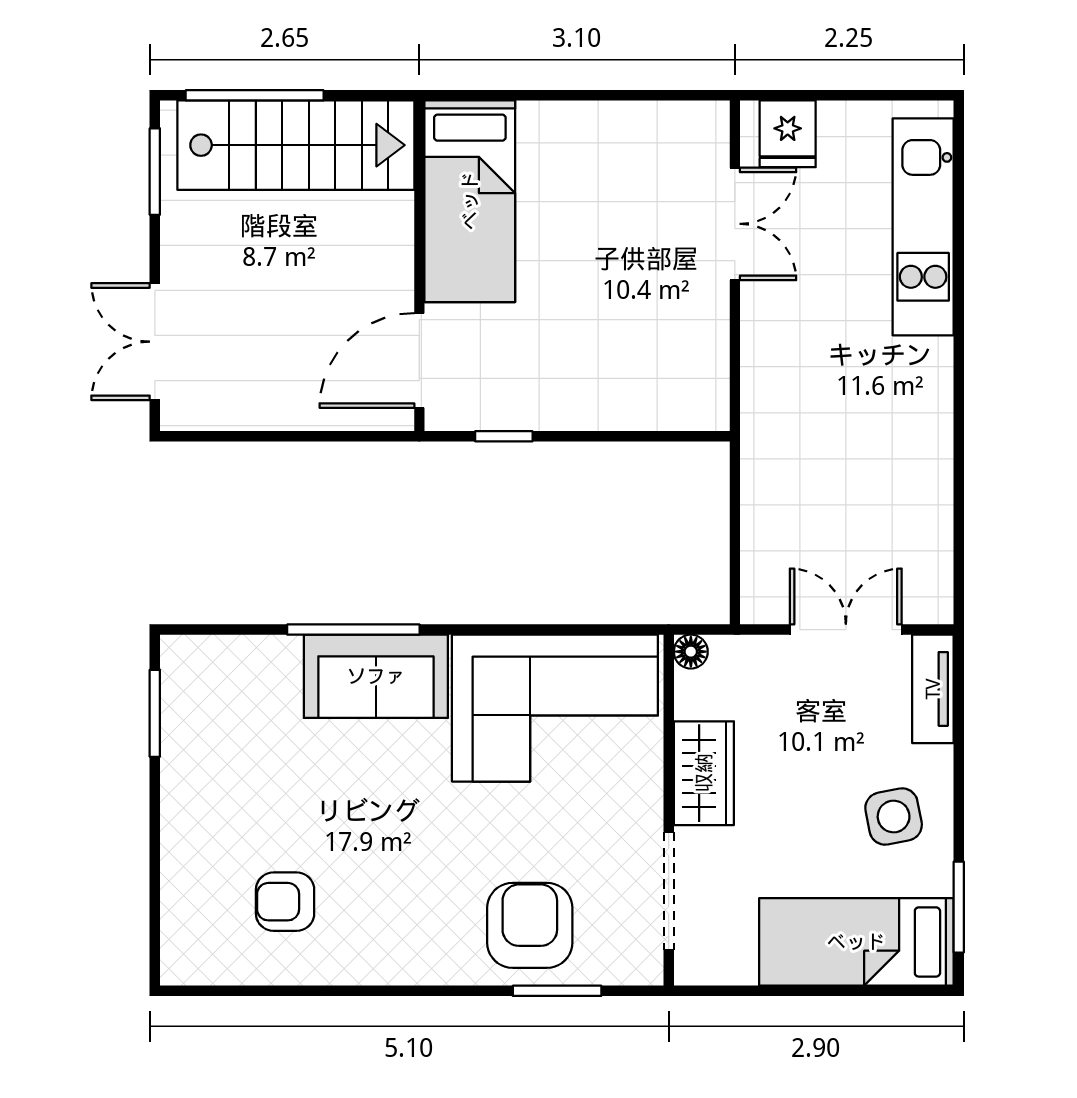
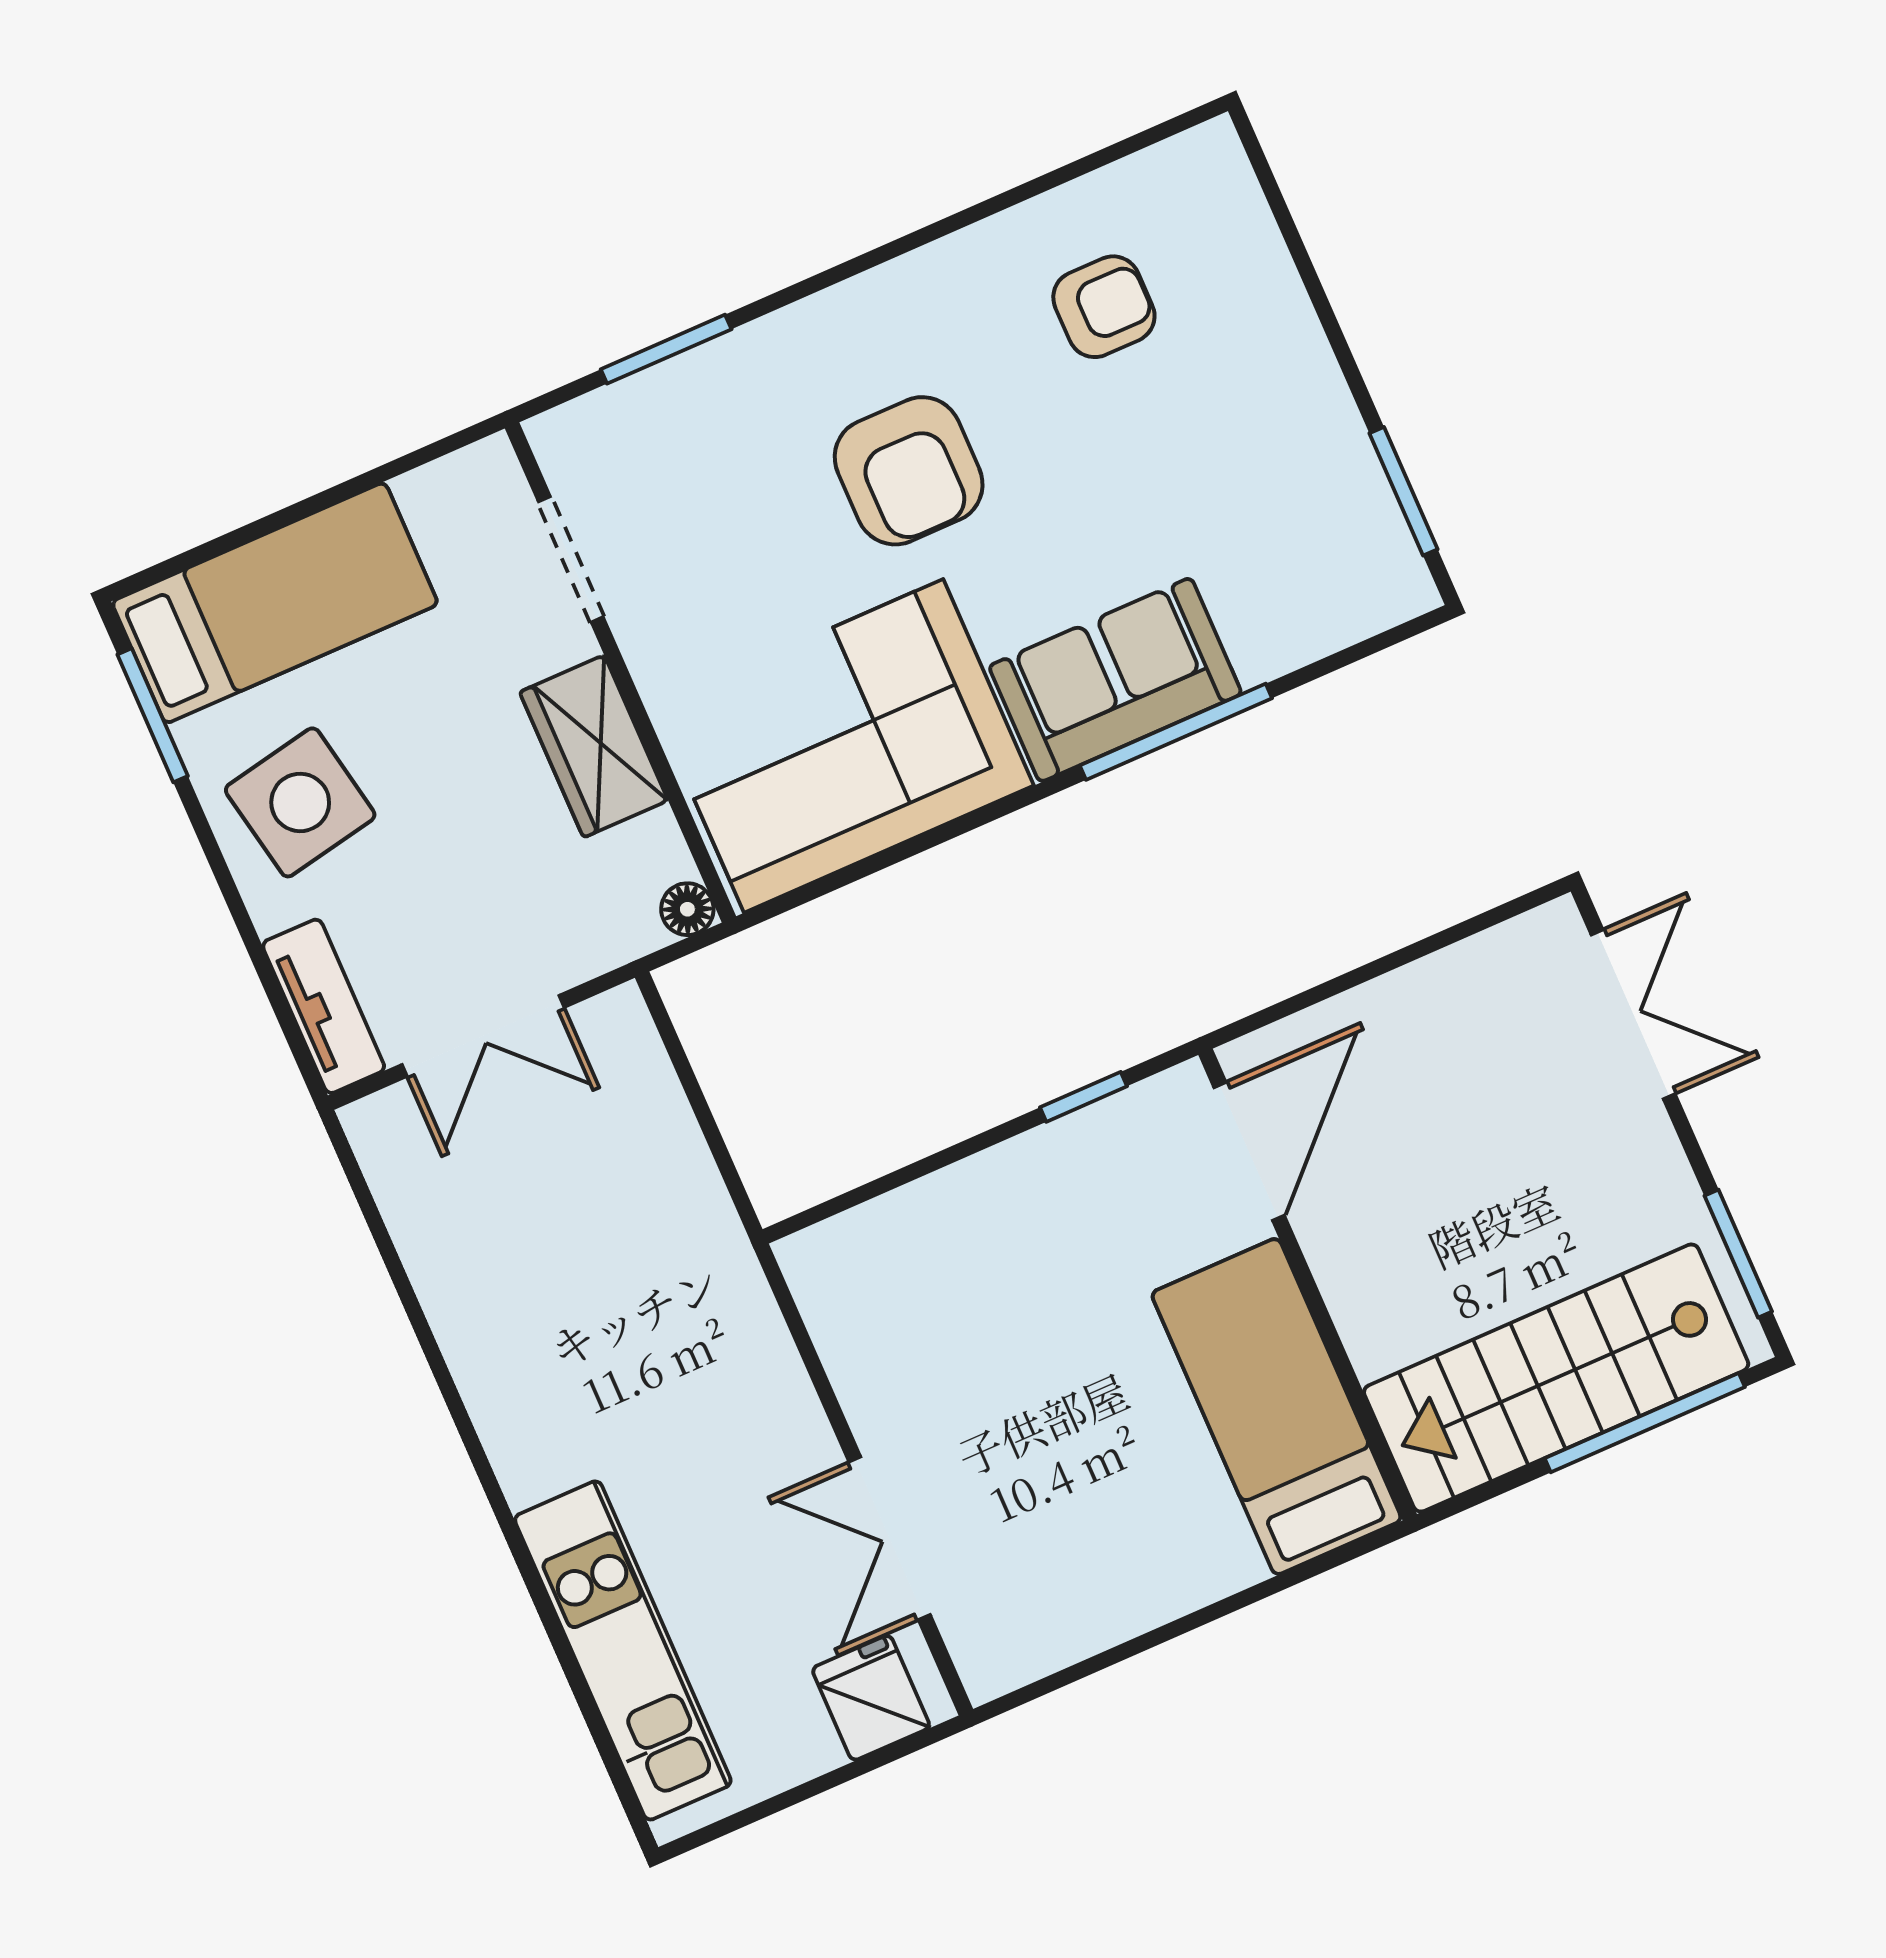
side table: (894, 816) -> (300, 802), width x1.37, depth x1.37
doorway: (669, 891) -> (571, 559), width x0.73
armchair: (530, 925) -> (909, 471), moved

